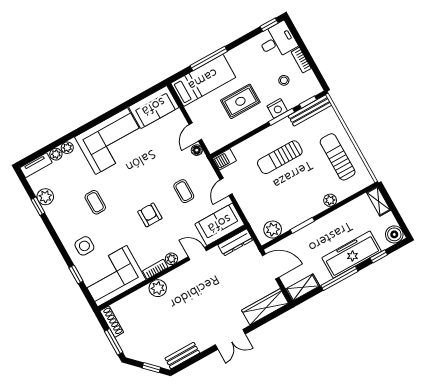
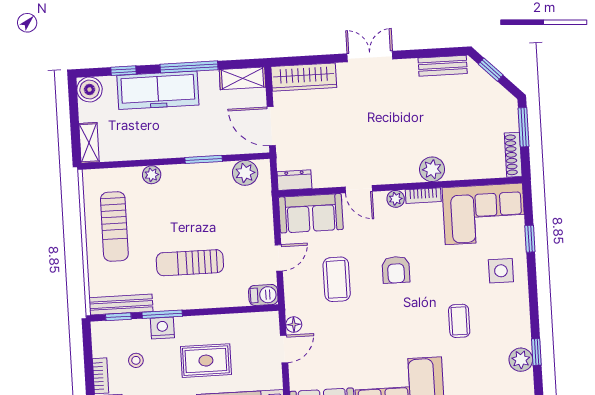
sun lounger: (280, 157) -> (190, 263), turned 180
coffee table: (184, 191) -> (337, 279), width x1.36, depth x1.30
dresser: (235, 242) -> (294, 180), width x0.70

